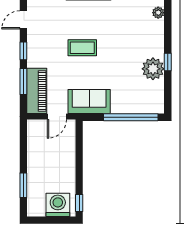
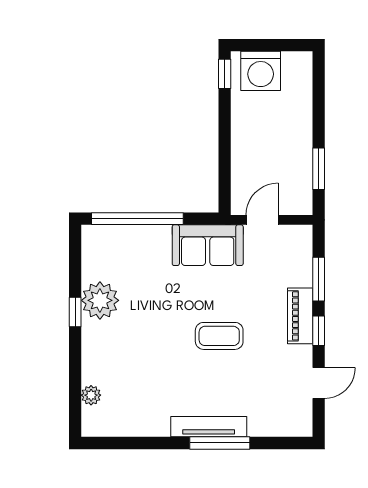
piano: (37, 91) -> (300, 316), moved, width x0.73, depth x0.75
window: (23, 185) -> (319, 169), moved

